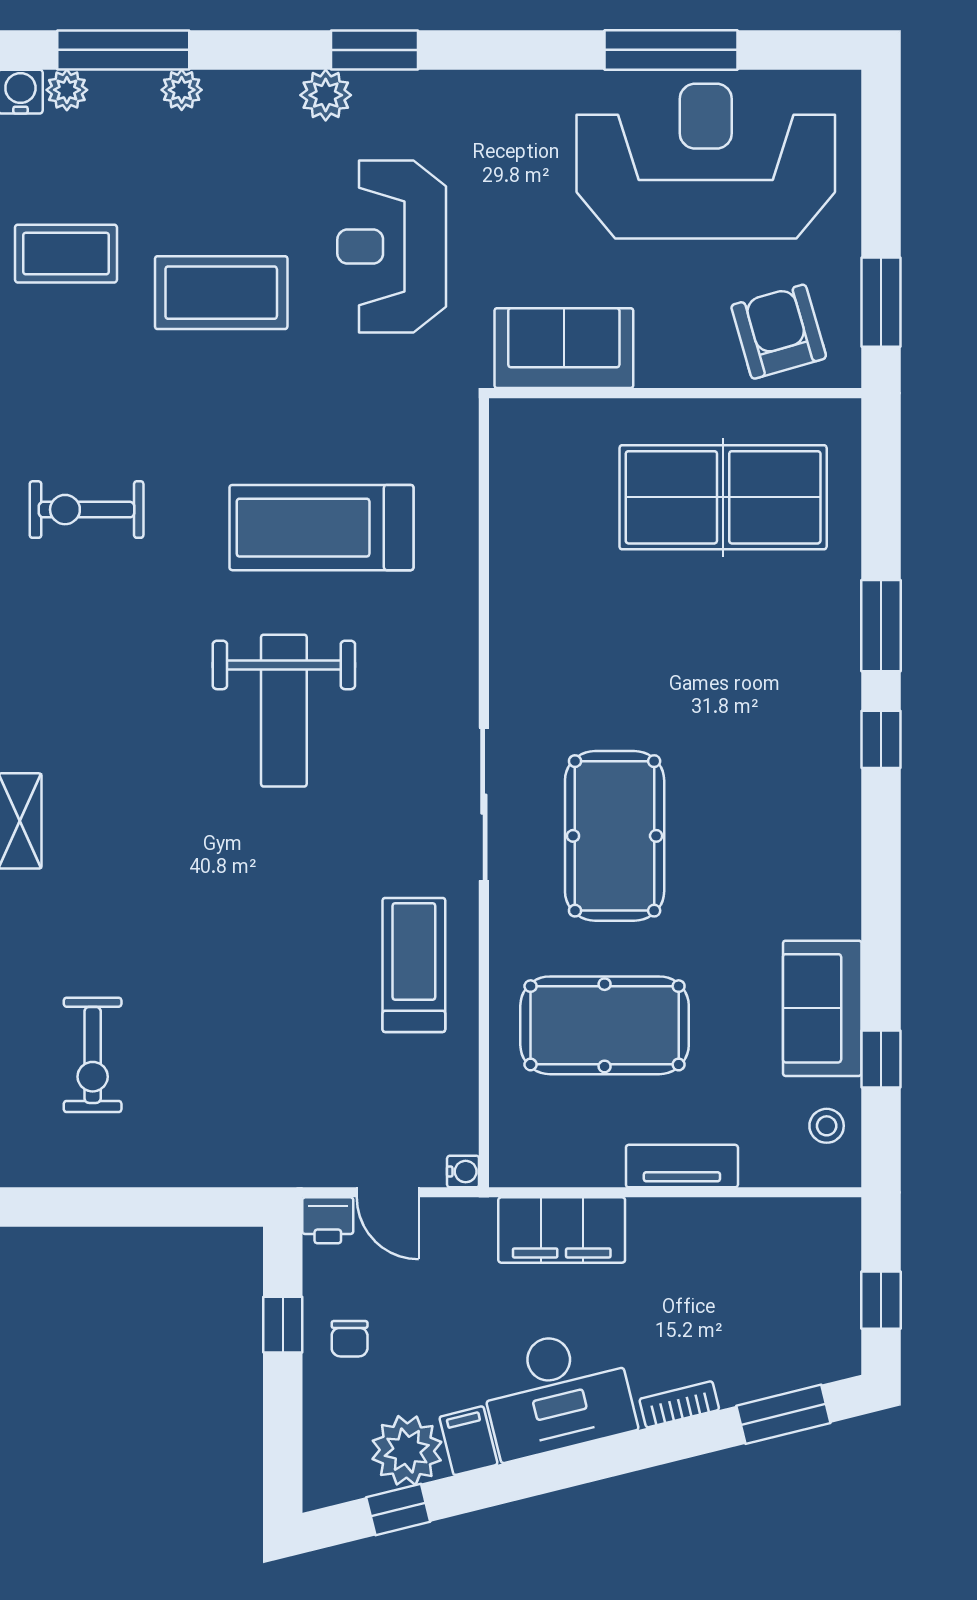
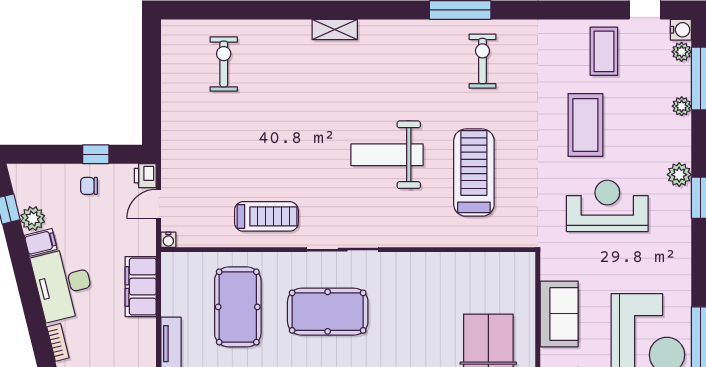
sofa: (564, 348) -> (559, 314), moved
exercise bike: (93, 1055) -> (224, 64), turned 90
plant: (407, 1450) -> (33, 219), width x0.73, depth x0.73

